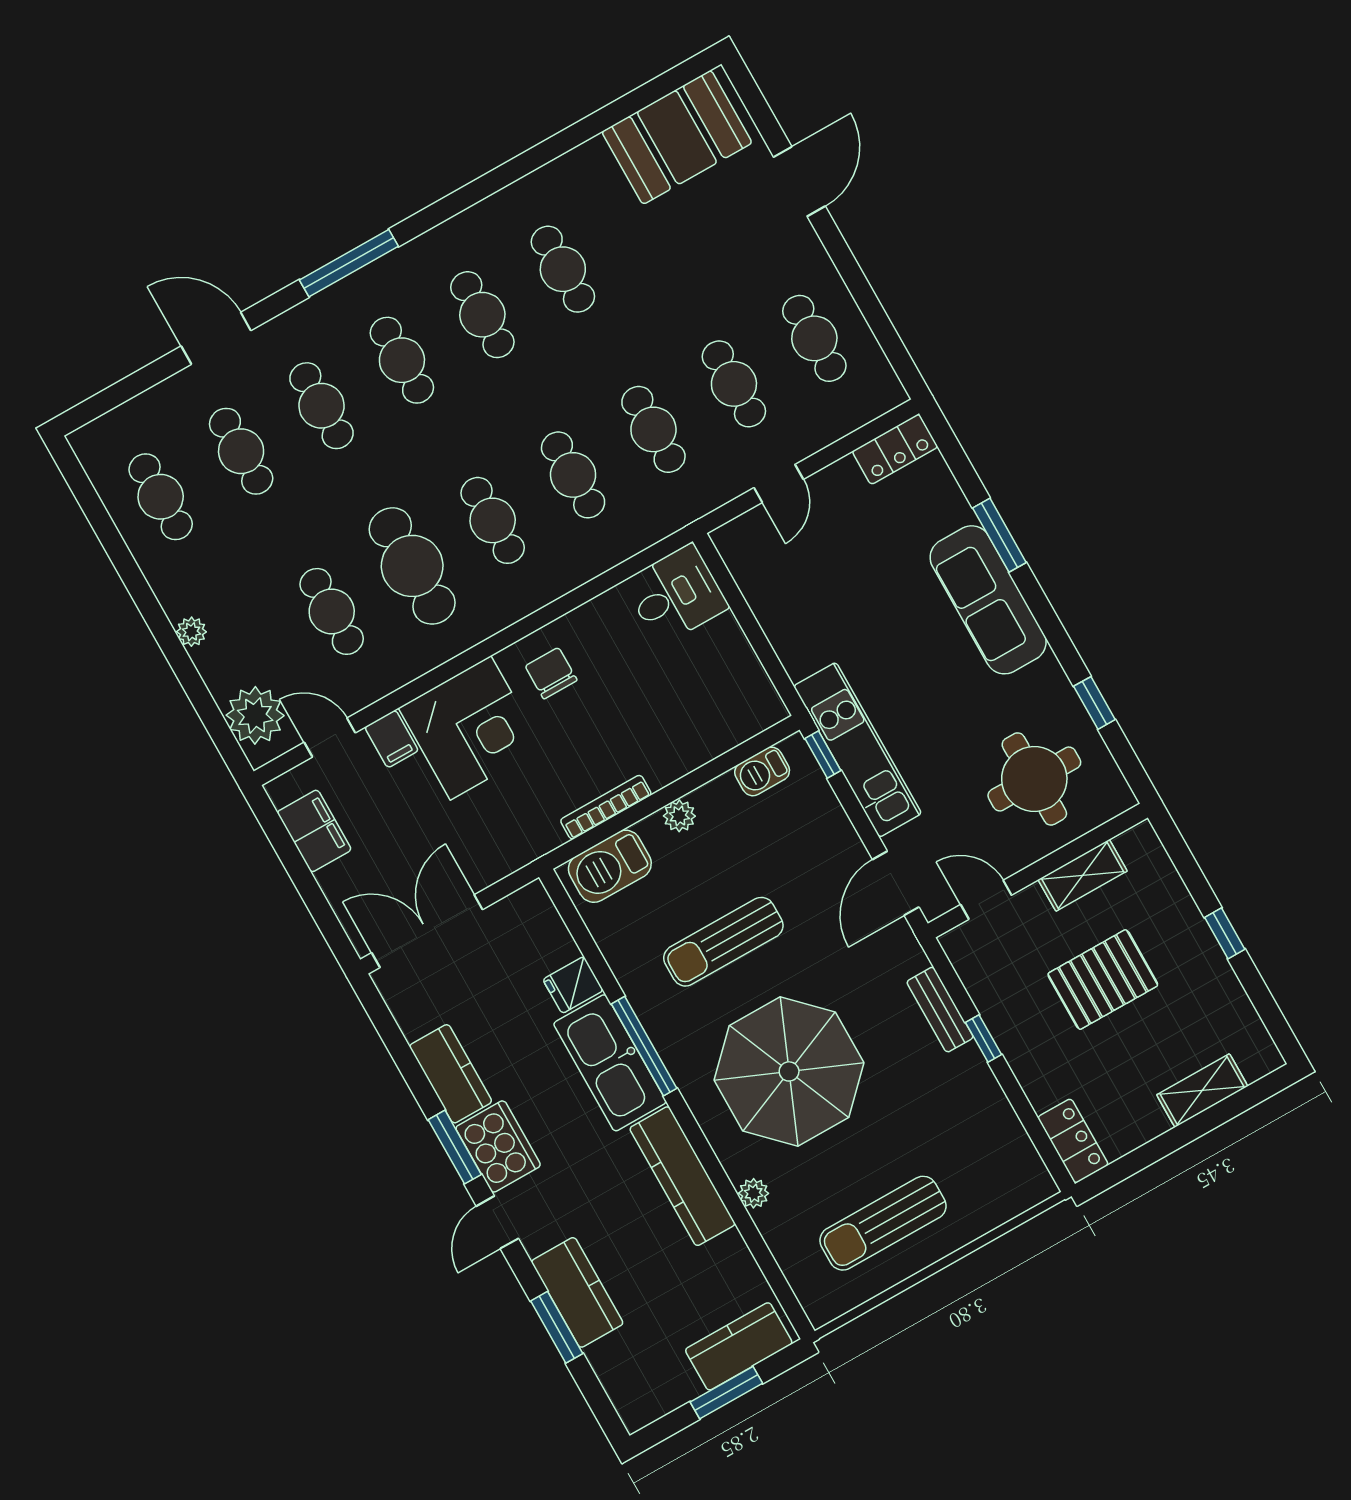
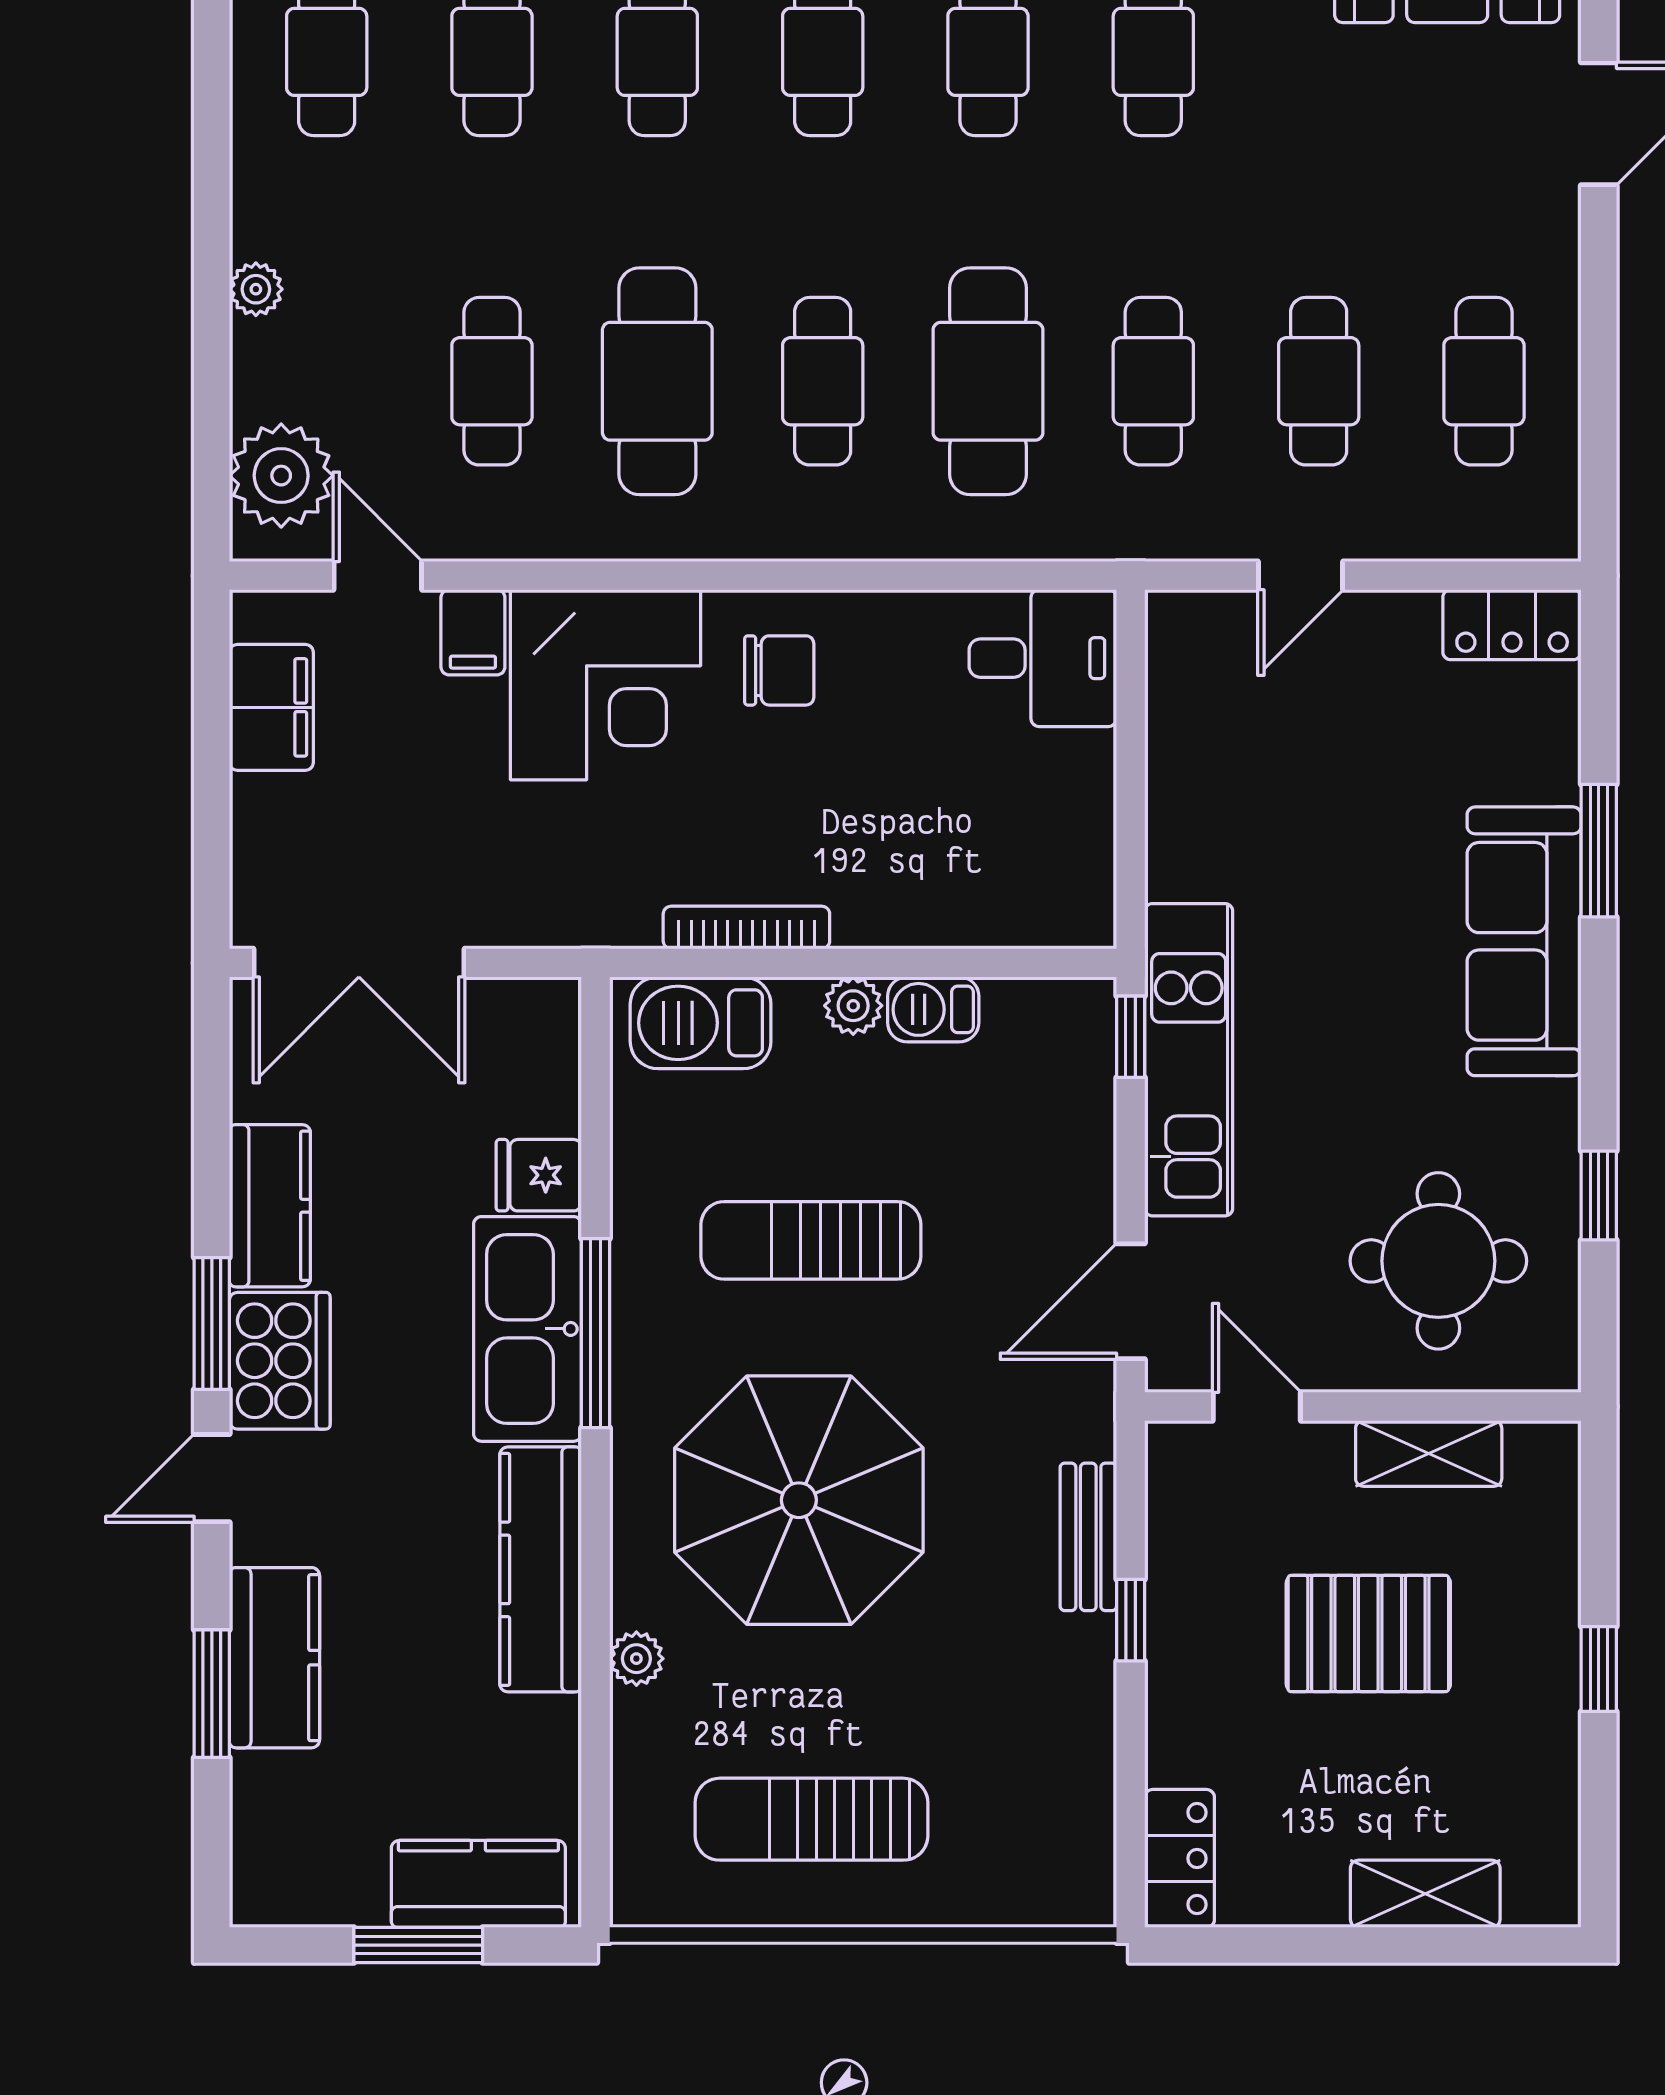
cafe table: (573, 475) -> (988, 381), width x1.37, depth x1.35
chair: (551, 673) -> (779, 670), turned 90
barbecue: (762, 771) -> (933, 1009), moved
double door: (427, 931) -> (359, 963), swing flipped

